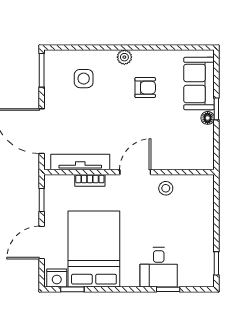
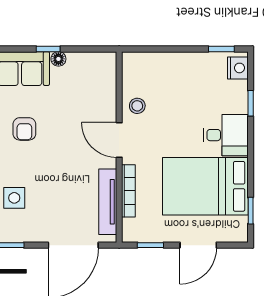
armchair: (145, 88) -> (24, 129), turned 180
bookcase: (90, 180) -> (128, 191), width x1.56
door: (42, 243) -> (198, 245), hinge flipped
desk: (159, 267) -> (226, 135), moved
nightstand: (57, 278) -> (238, 68), moved

